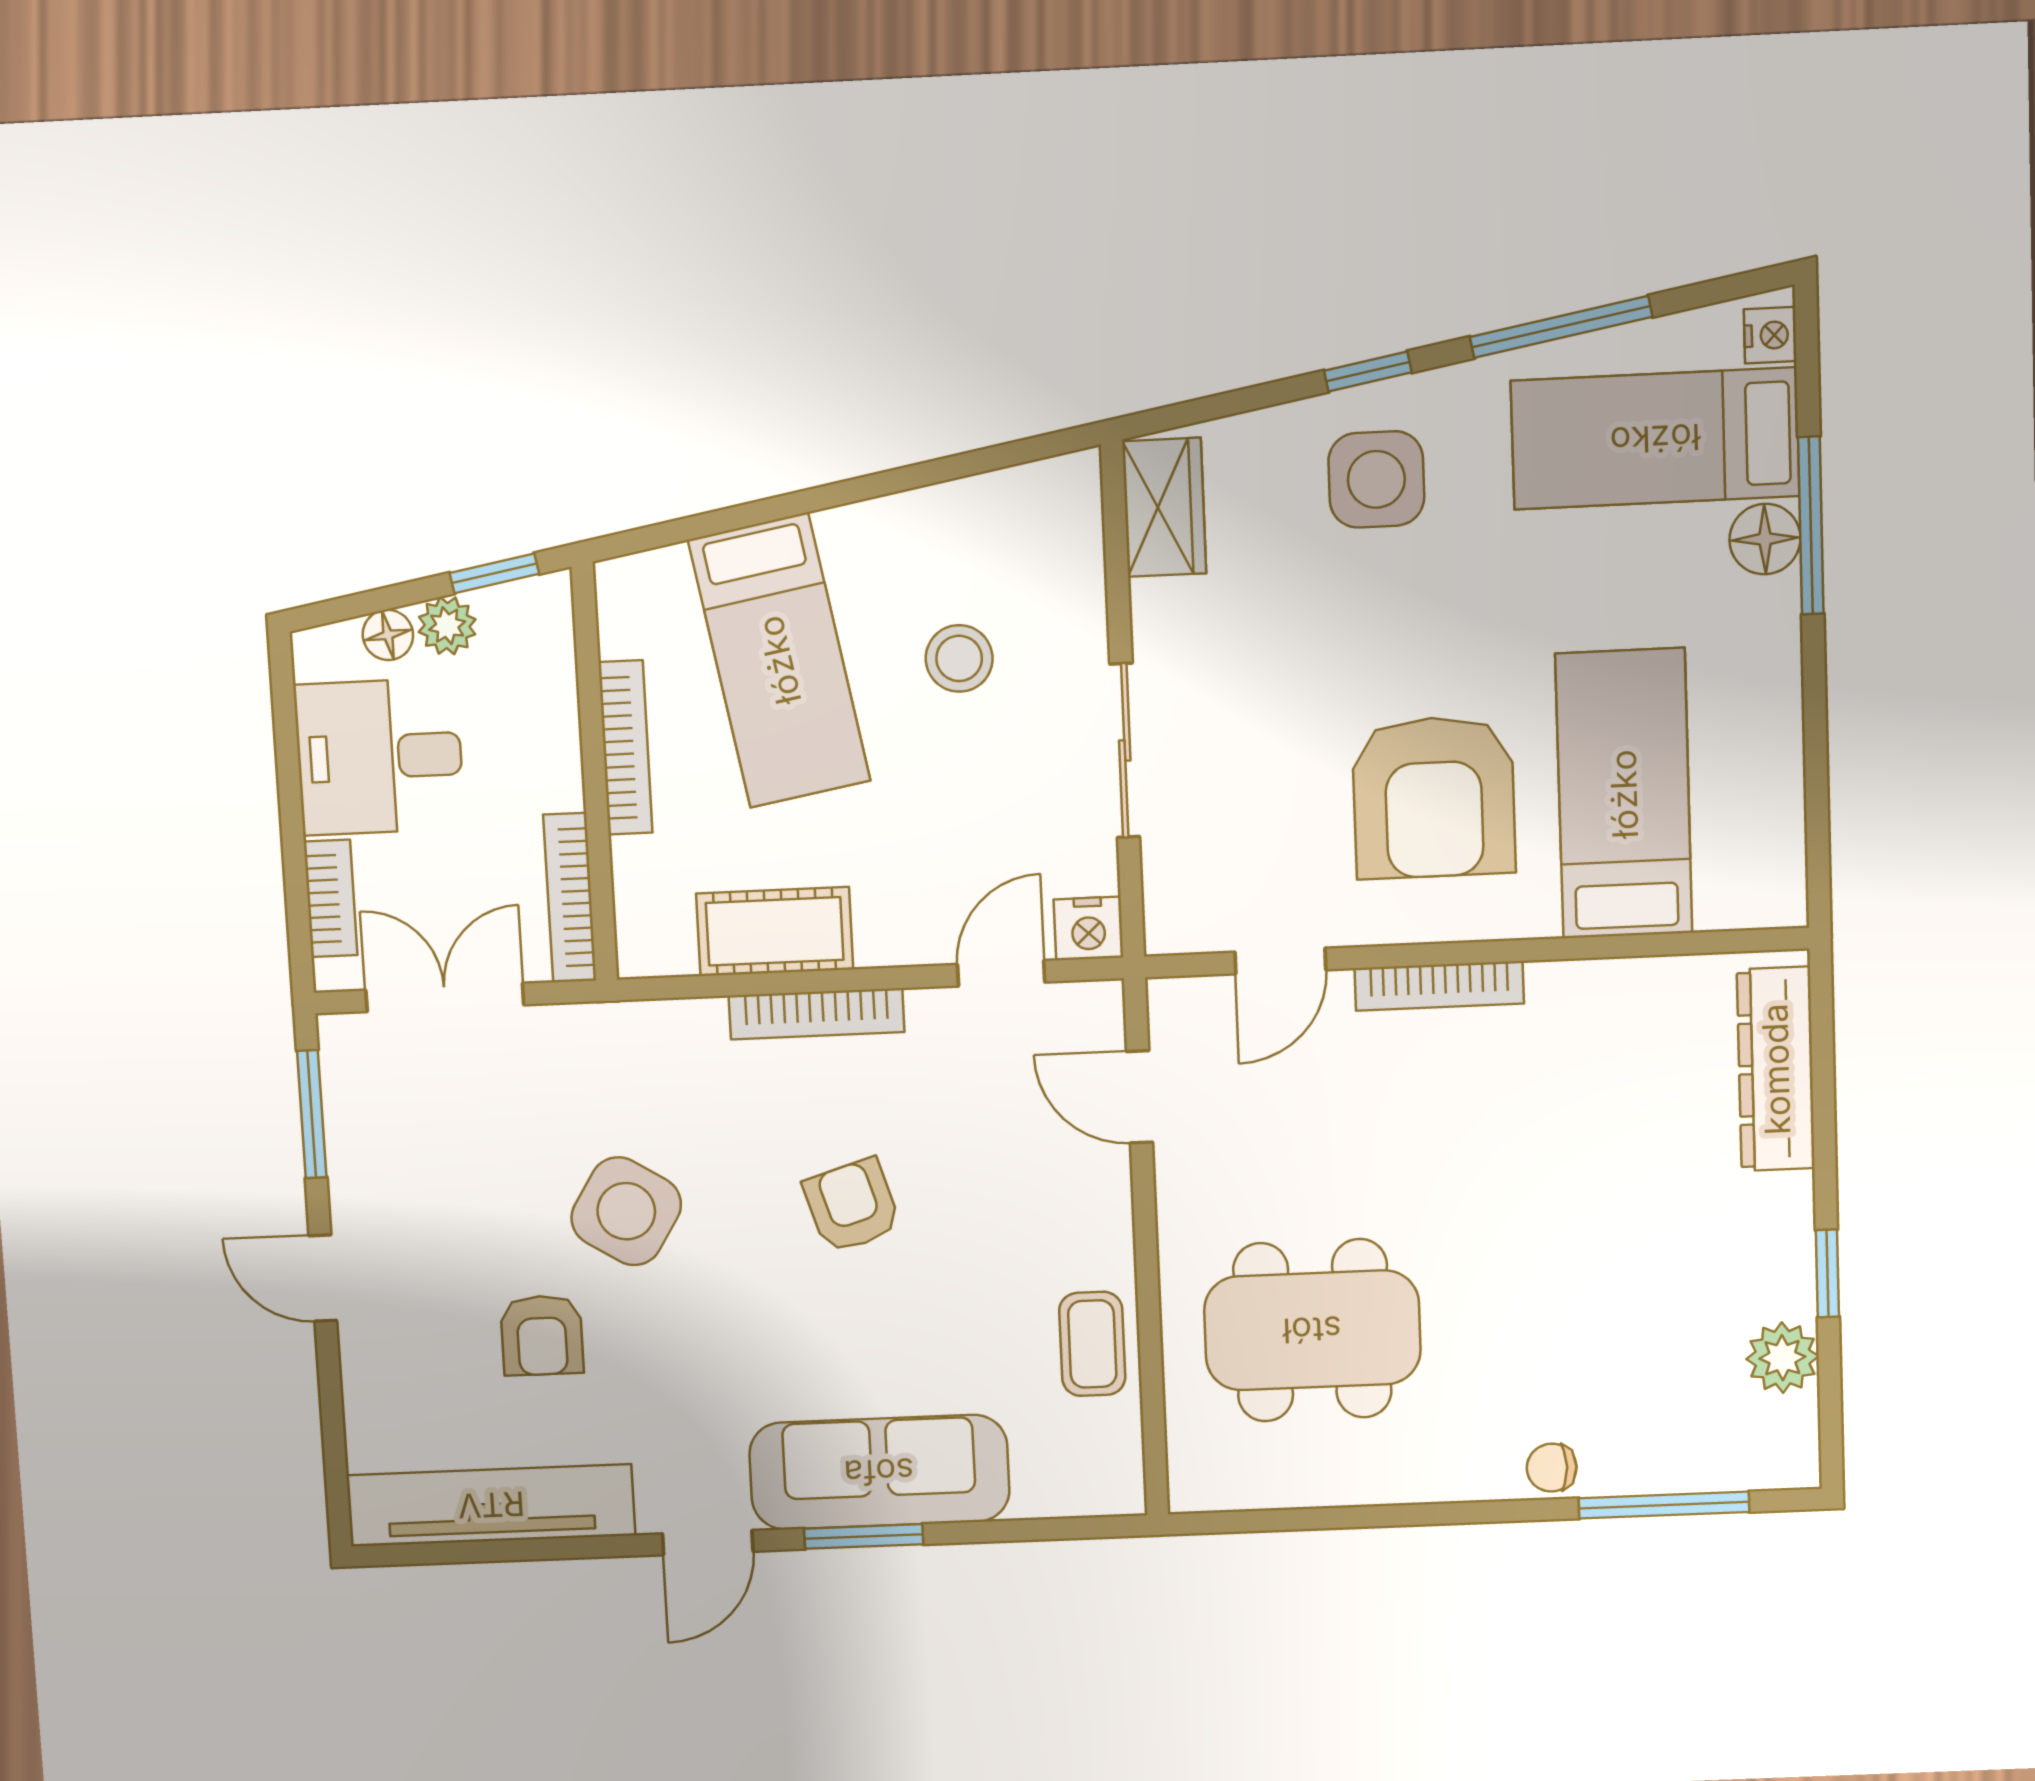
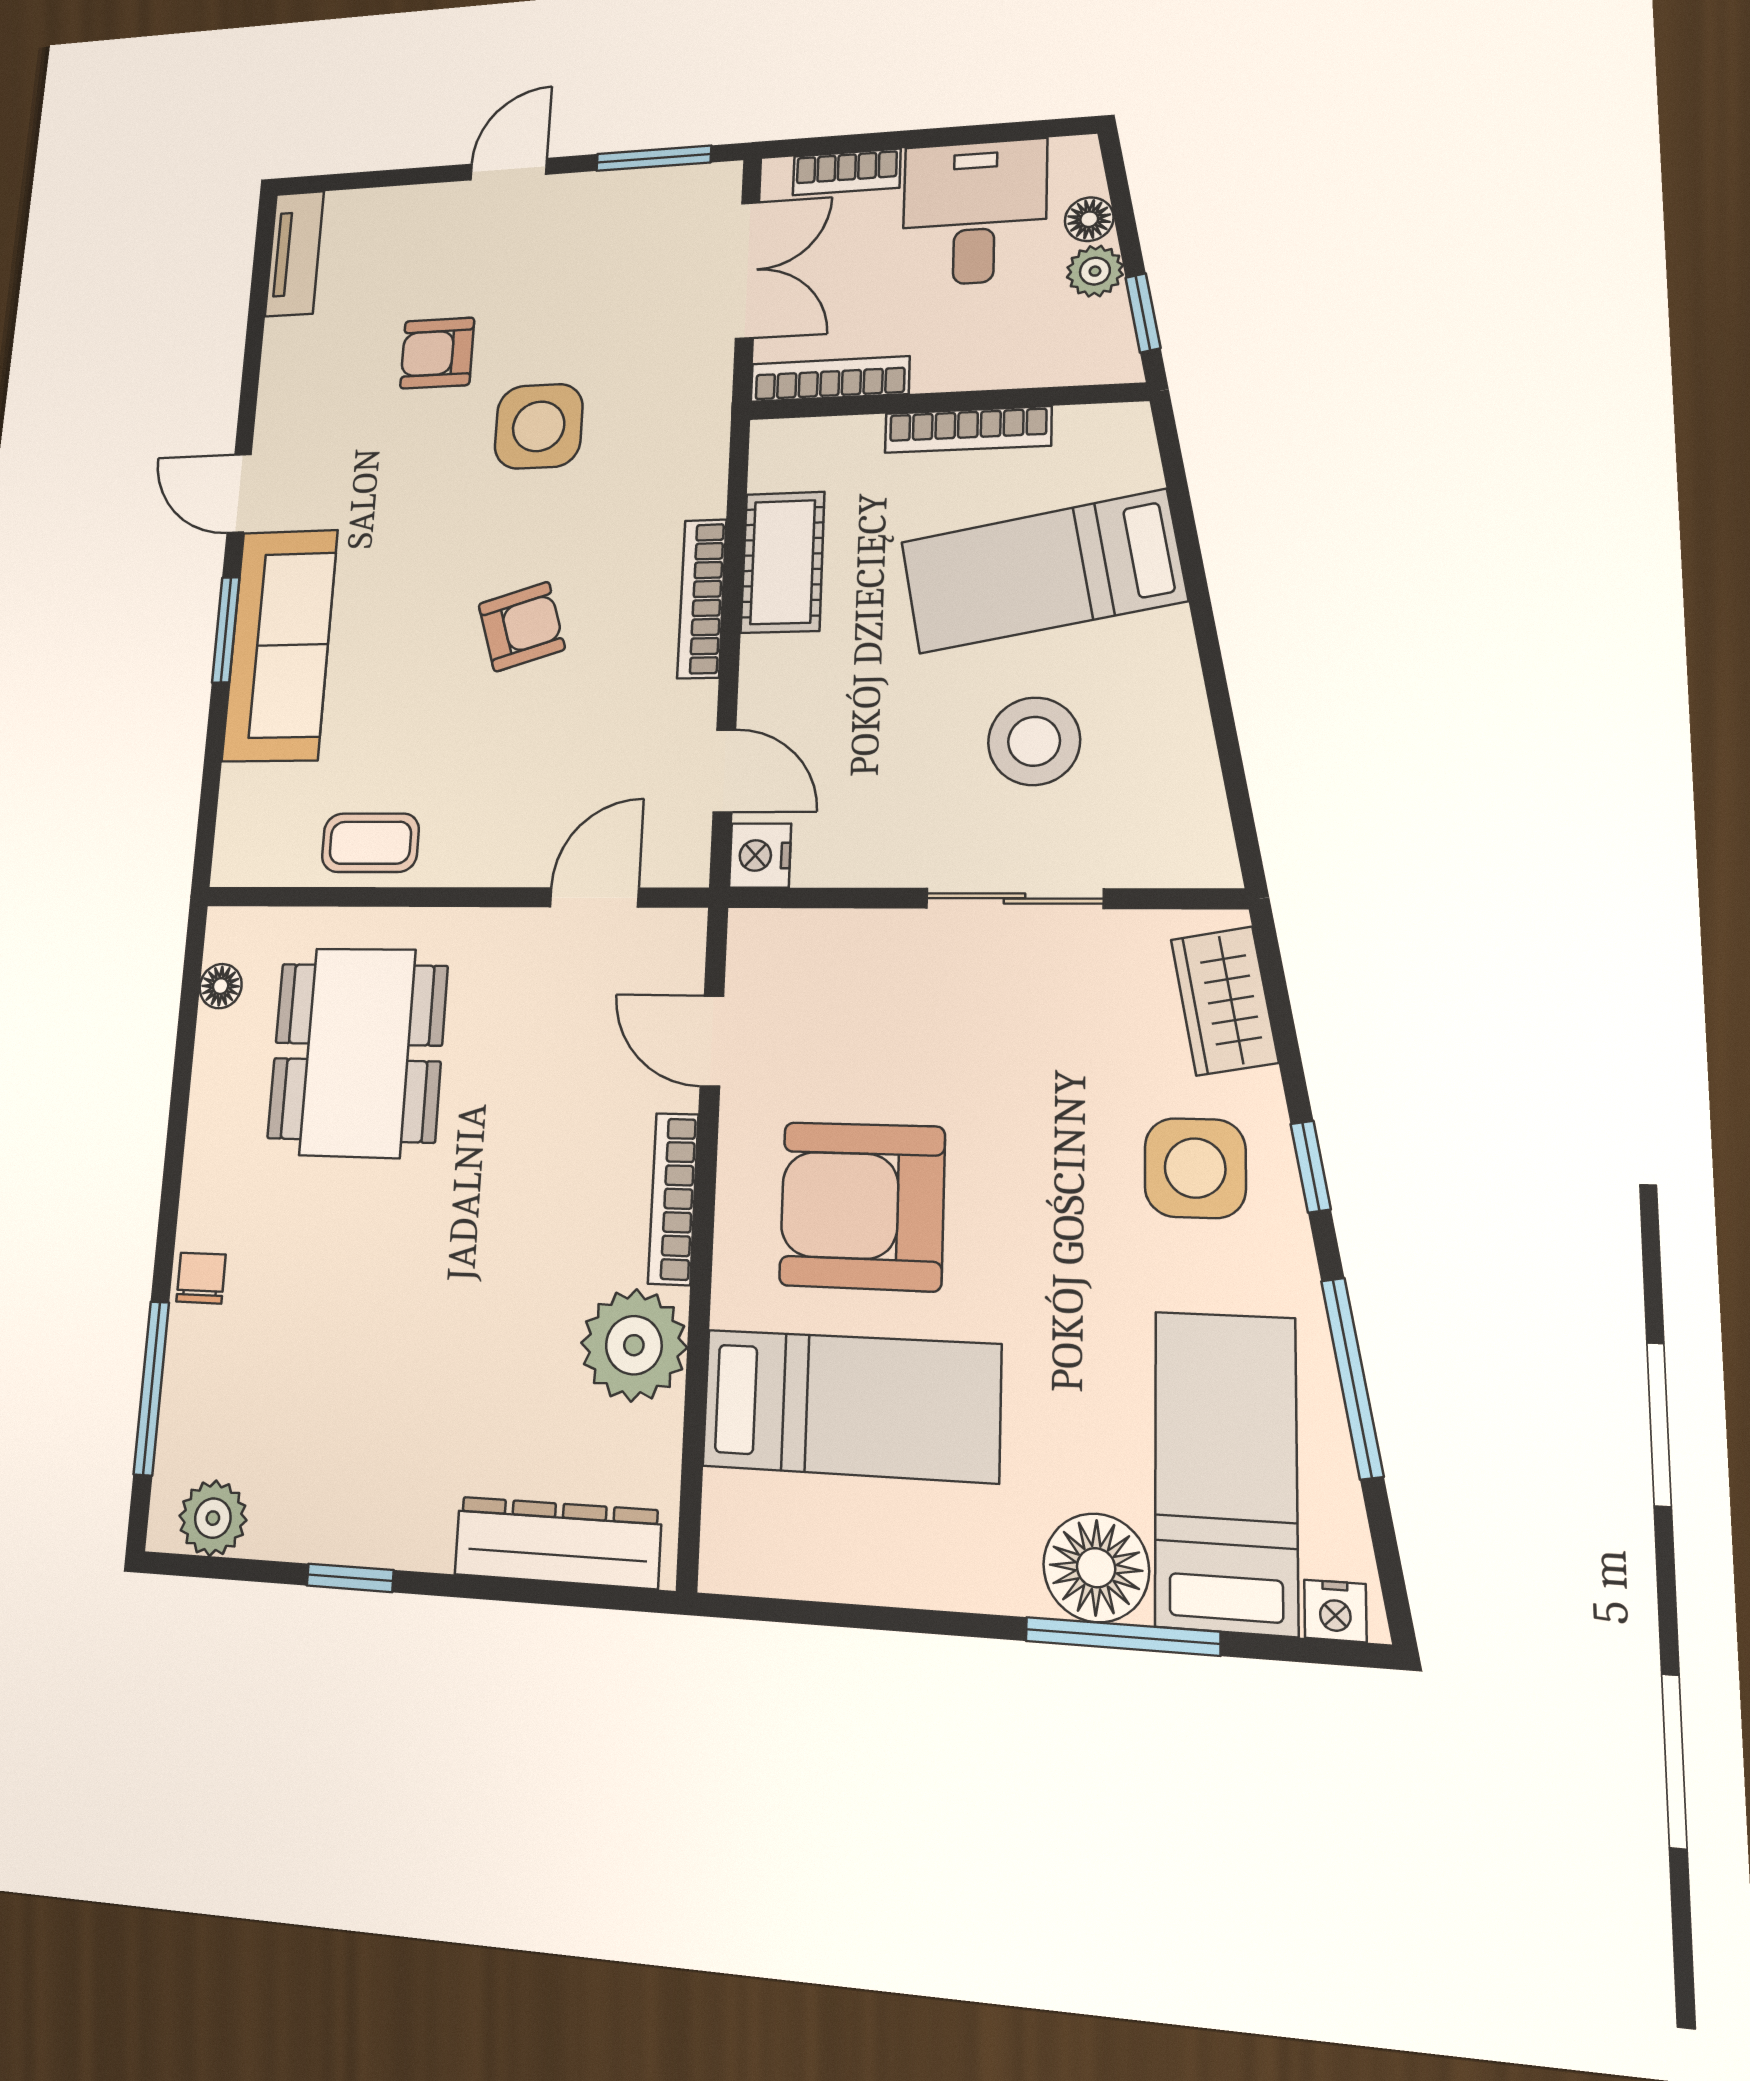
wardrobe: (1164, 507) -> (1224, 1001), moved, turned 80
floor lamp: (1765, 539) -> (1096, 1568), width x1.38, depth x1.38
stool: (959, 658) -> (1034, 741), width x1.38, depth x1.38
sliding door: (1125, 750) -> (1015, 898), moved
plant: (1584, 1012) -> (634, 1345), added
side table: (626, 1211) -> (539, 426), turned -32
plant: (1782, 1358) -> (213, 1518), moved
floor lamp: (1252, 1488) -> (221, 986), added
tv unit: (491, 1505) -> (294, 254), width x0.52, depth x0.78

